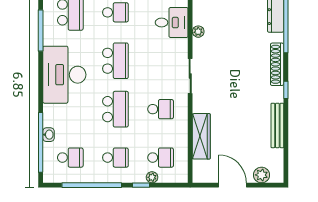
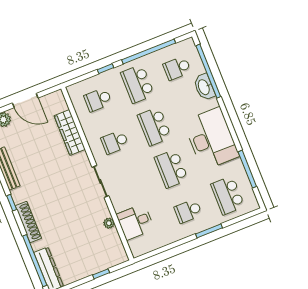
washbasin: (48, 135) -> (204, 87), width x1.91, depth x1.45
school desk: (115, 158) -> (137, 84), width x1.85
plant: (152, 177) -> (99, 79), removed

